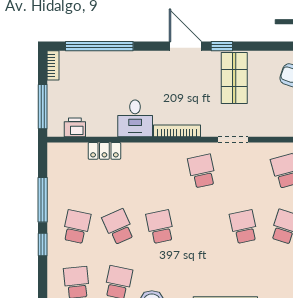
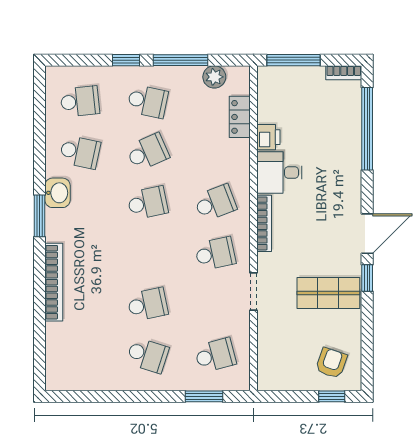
printer: (75, 127) -> (268, 137), moved
locker: (104, 151) -> (240, 117), moved
school desk: (160, 171) -> (215, 203), added
plant: (56, 172) -> (214, 77), added

